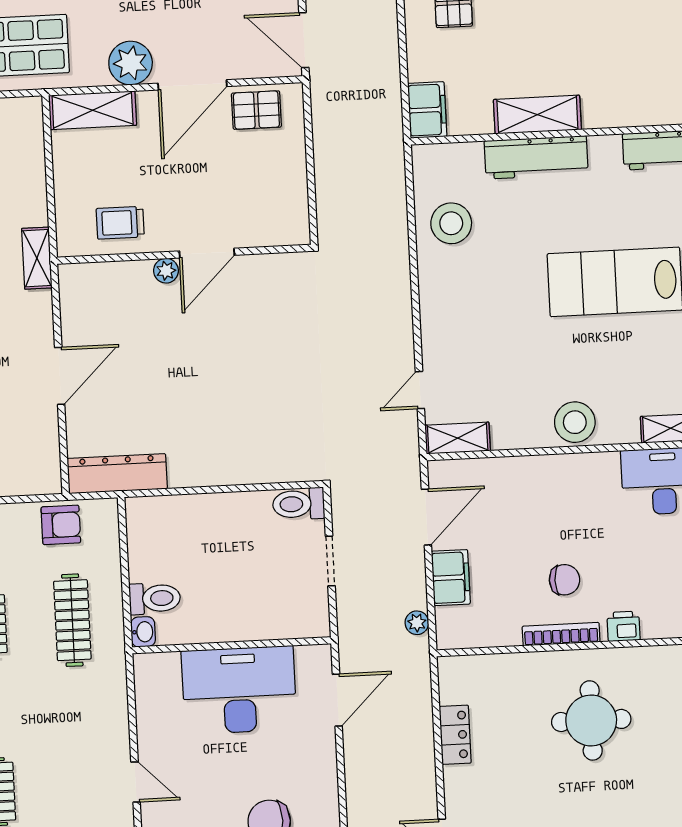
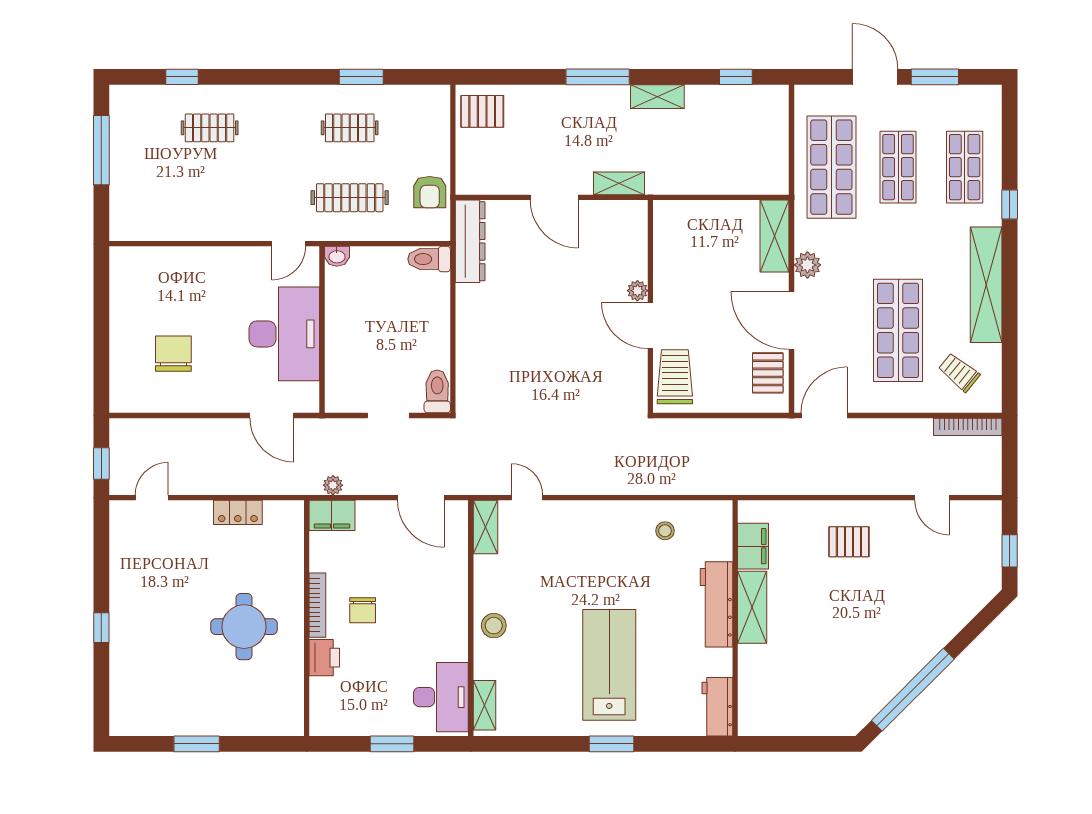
plant: (131, 63) -> (807, 265), width x0.73, depth x0.73
filing cabinet: (427, 110) -> (753, 546), moved, turned -90
trolley: (120, 223) -> (675, 377), moved, width x1.36, depth x1.39
stool: (451, 223) -> (665, 531), width x0.53, depth x0.53
shelving: (37, 258) -> (619, 183), moved
stool: (575, 422) -> (494, 626), width x0.73, depth x0.73
filing cabinet: (451, 578) -> (332, 515), moved
toilet: (155, 598) -> (429, 259), moved, turned 90
printer: (624, 626) -> (324, 658), width x1.36, depth x1.24
door: (136, 782) -> (289, 244), moved

